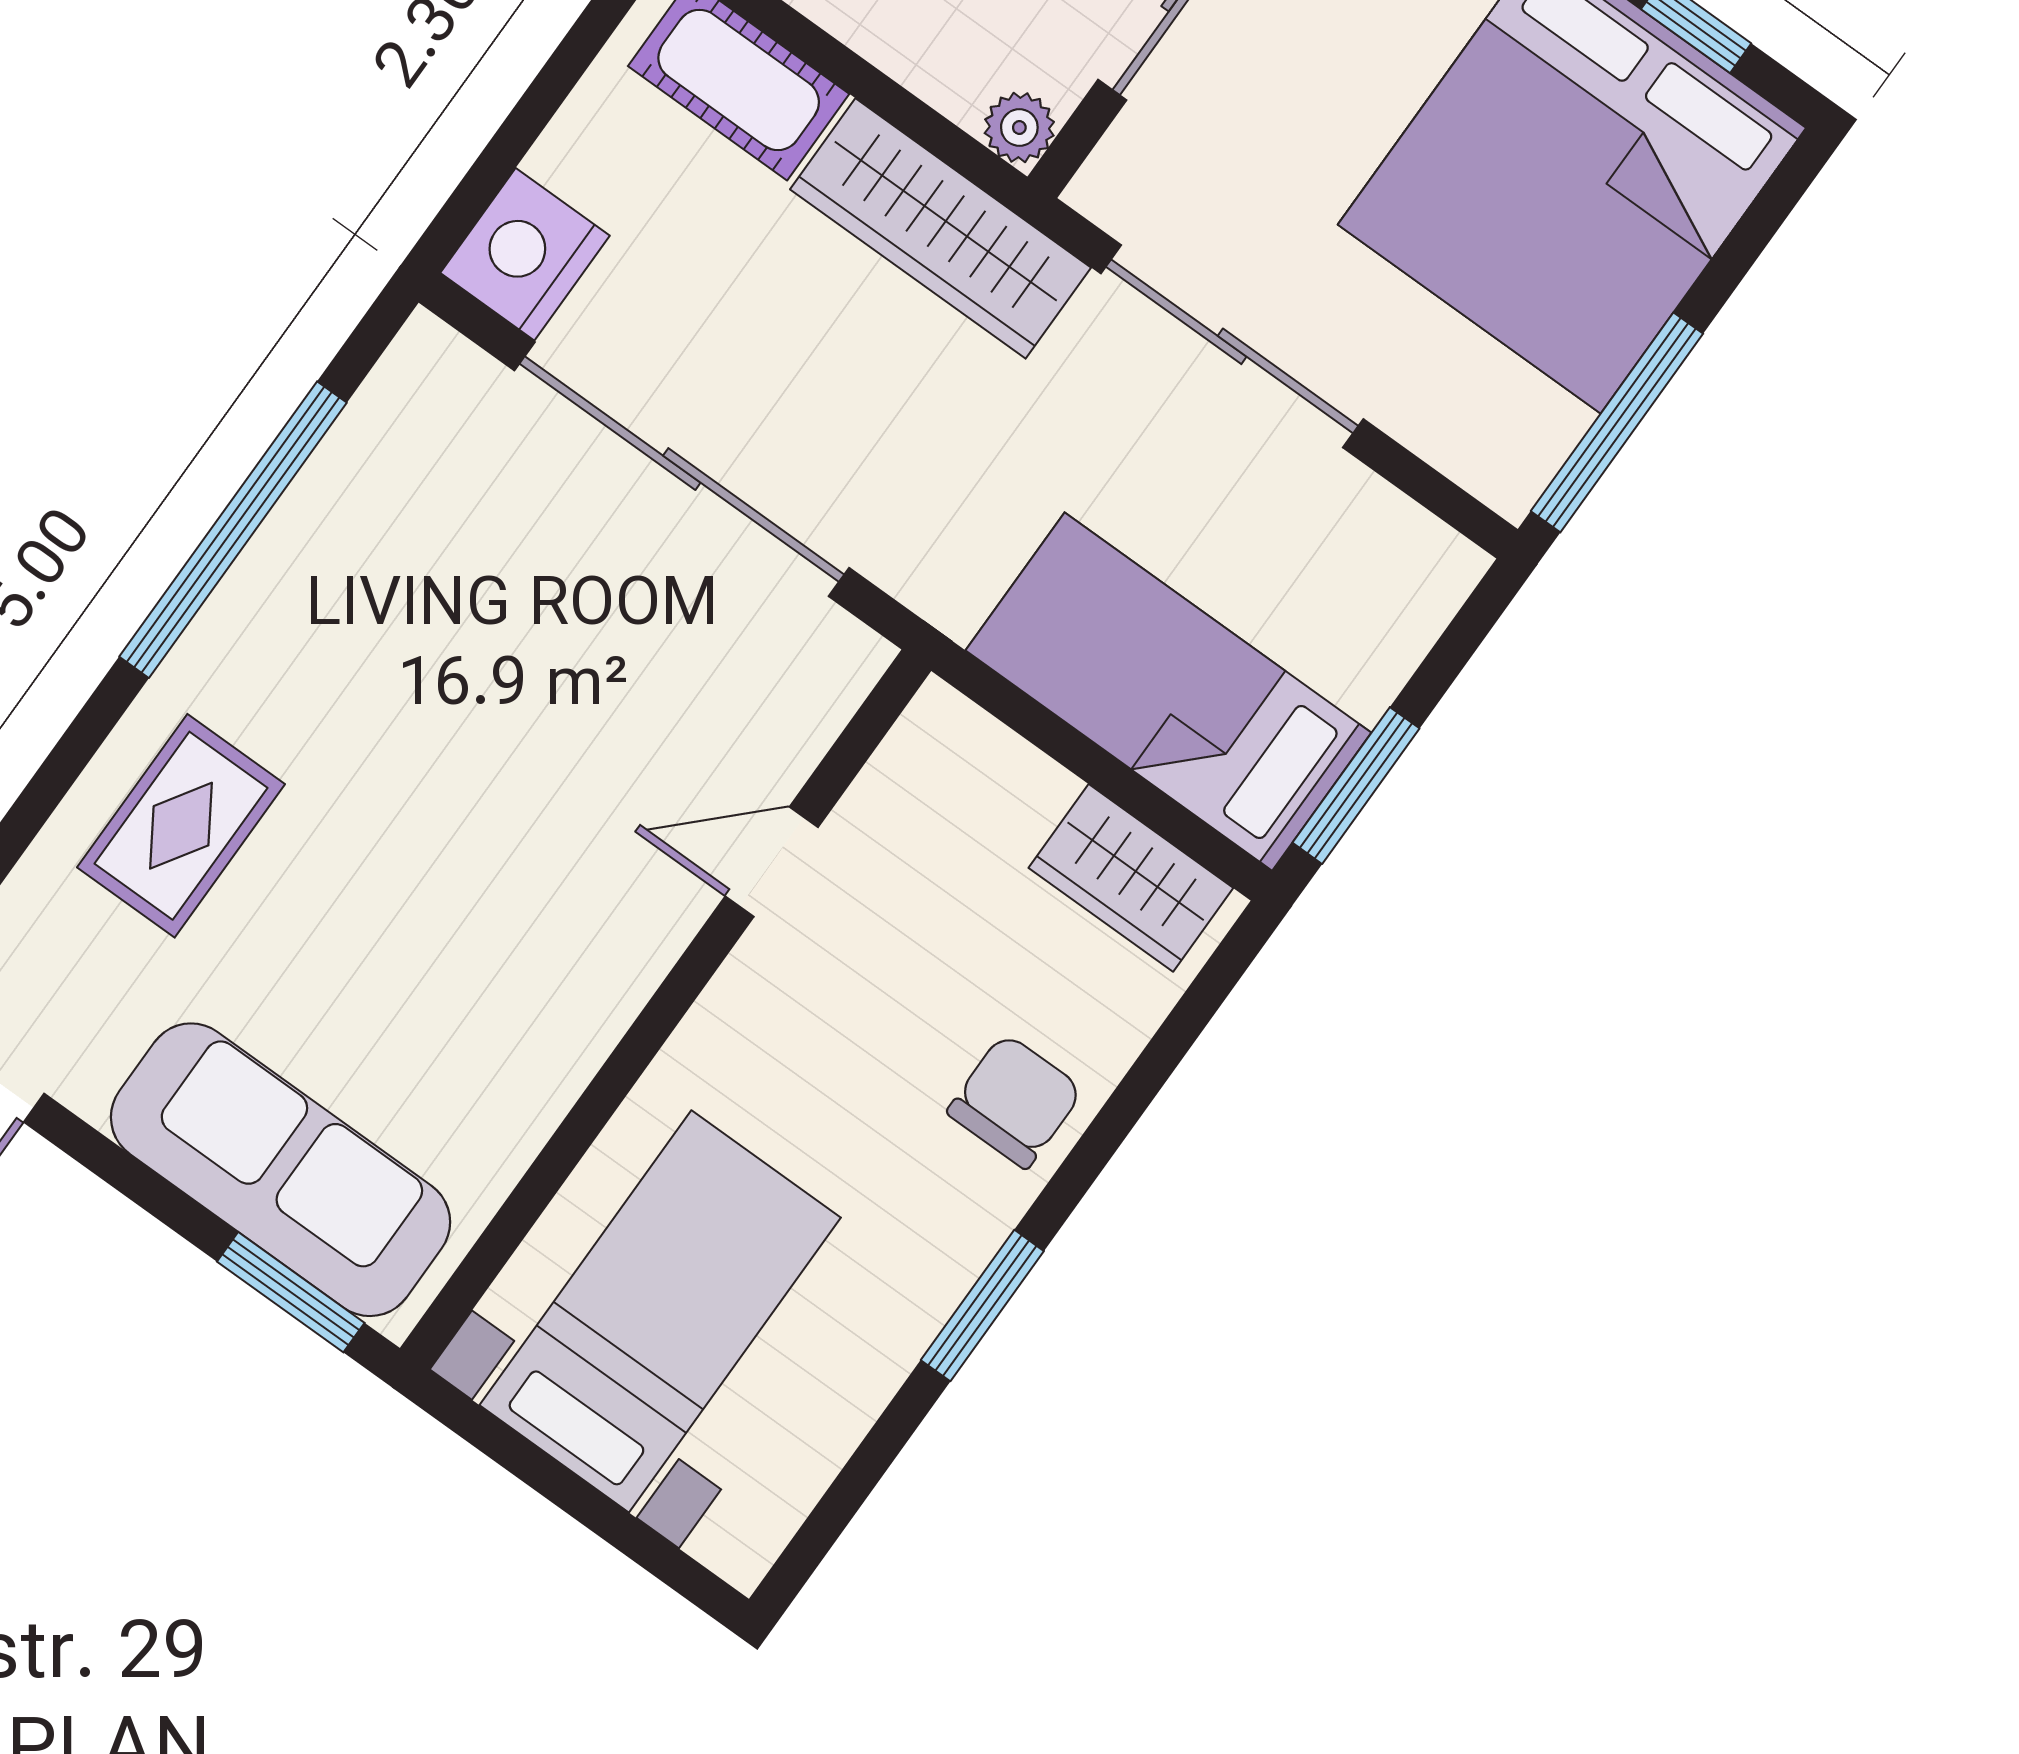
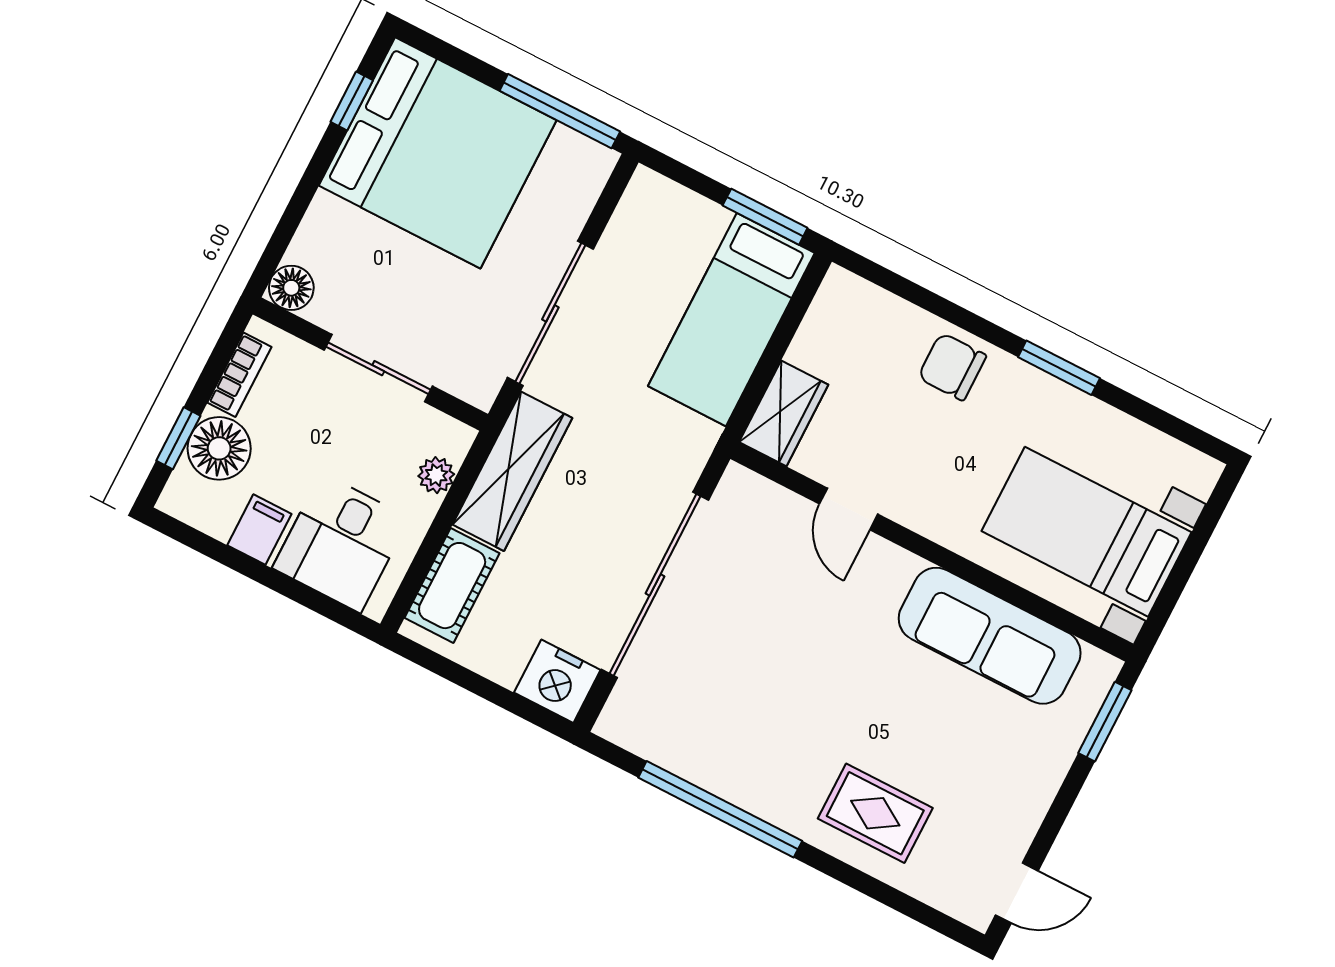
plant: (1019, 128) -> (436, 475), moved
wardrobe: (1131, 878) -> (784, 413), moved
sofa: (281, 1170) -> (990, 636), moved, turned -90

